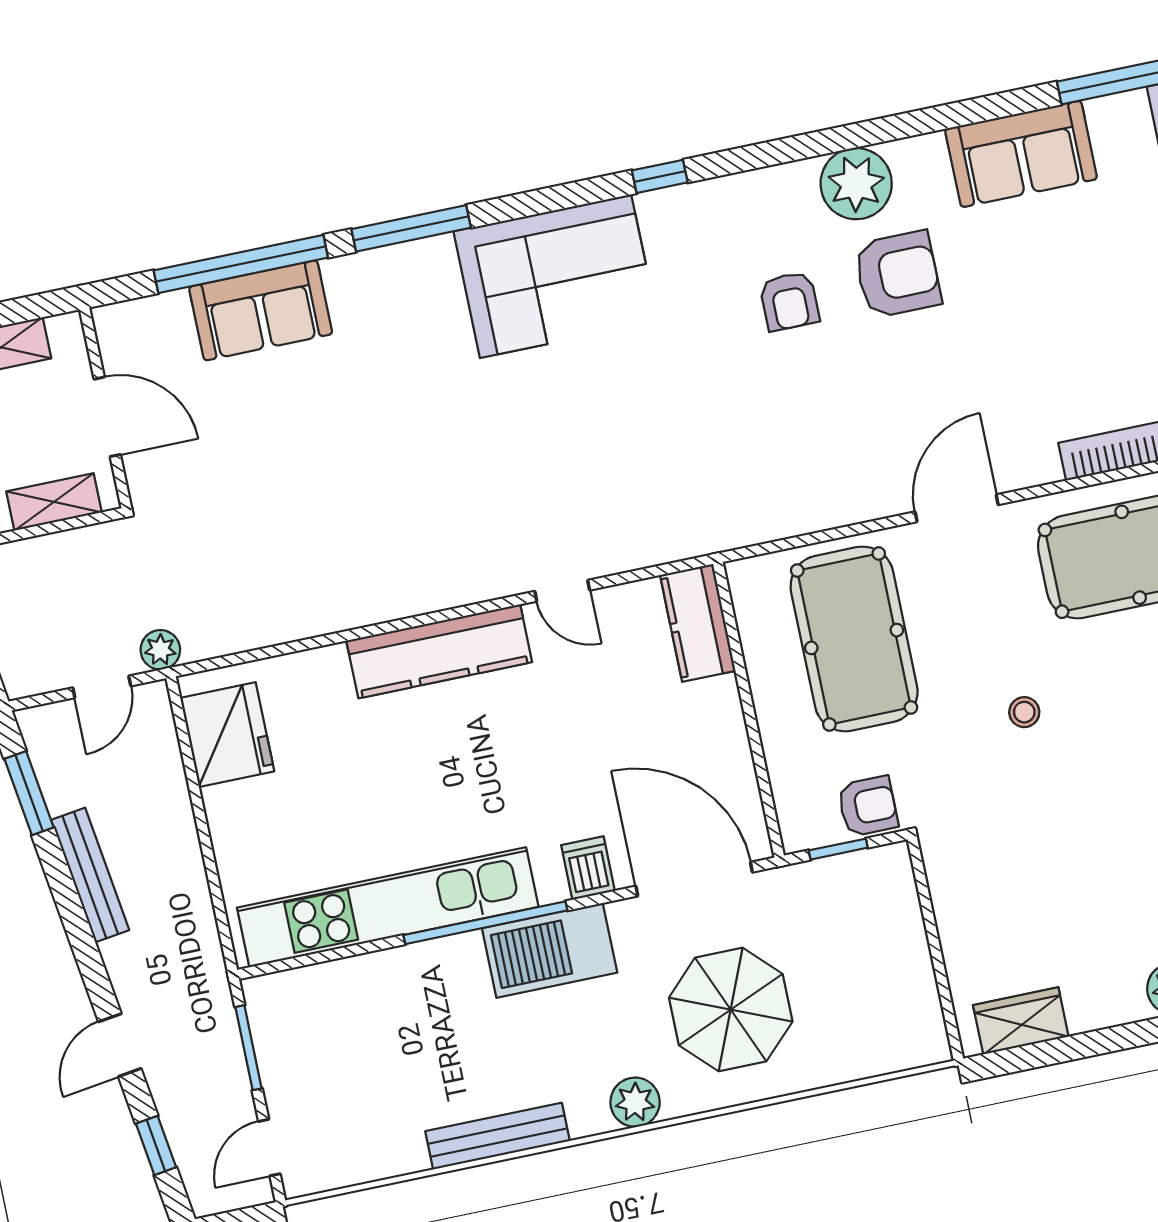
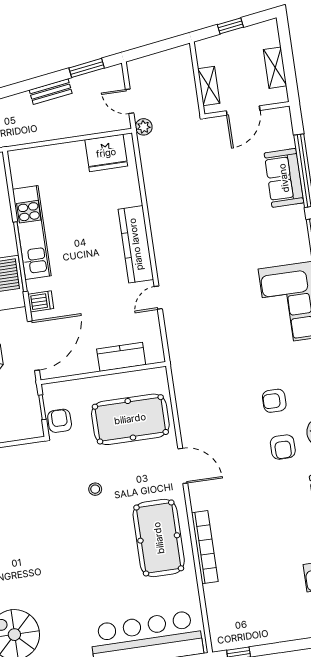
armchair: (898, 274) -> (283, 447), width x0.72, depth x0.72
kitchen counter: (698, 623) -> (121, 357), moved
armchair: (868, 806) -> (60, 421), turned 180
bench: (90, 875) -> (51, 92), width x0.73
kitchen unit: (388, 907) -> (32, 232), width x0.73

